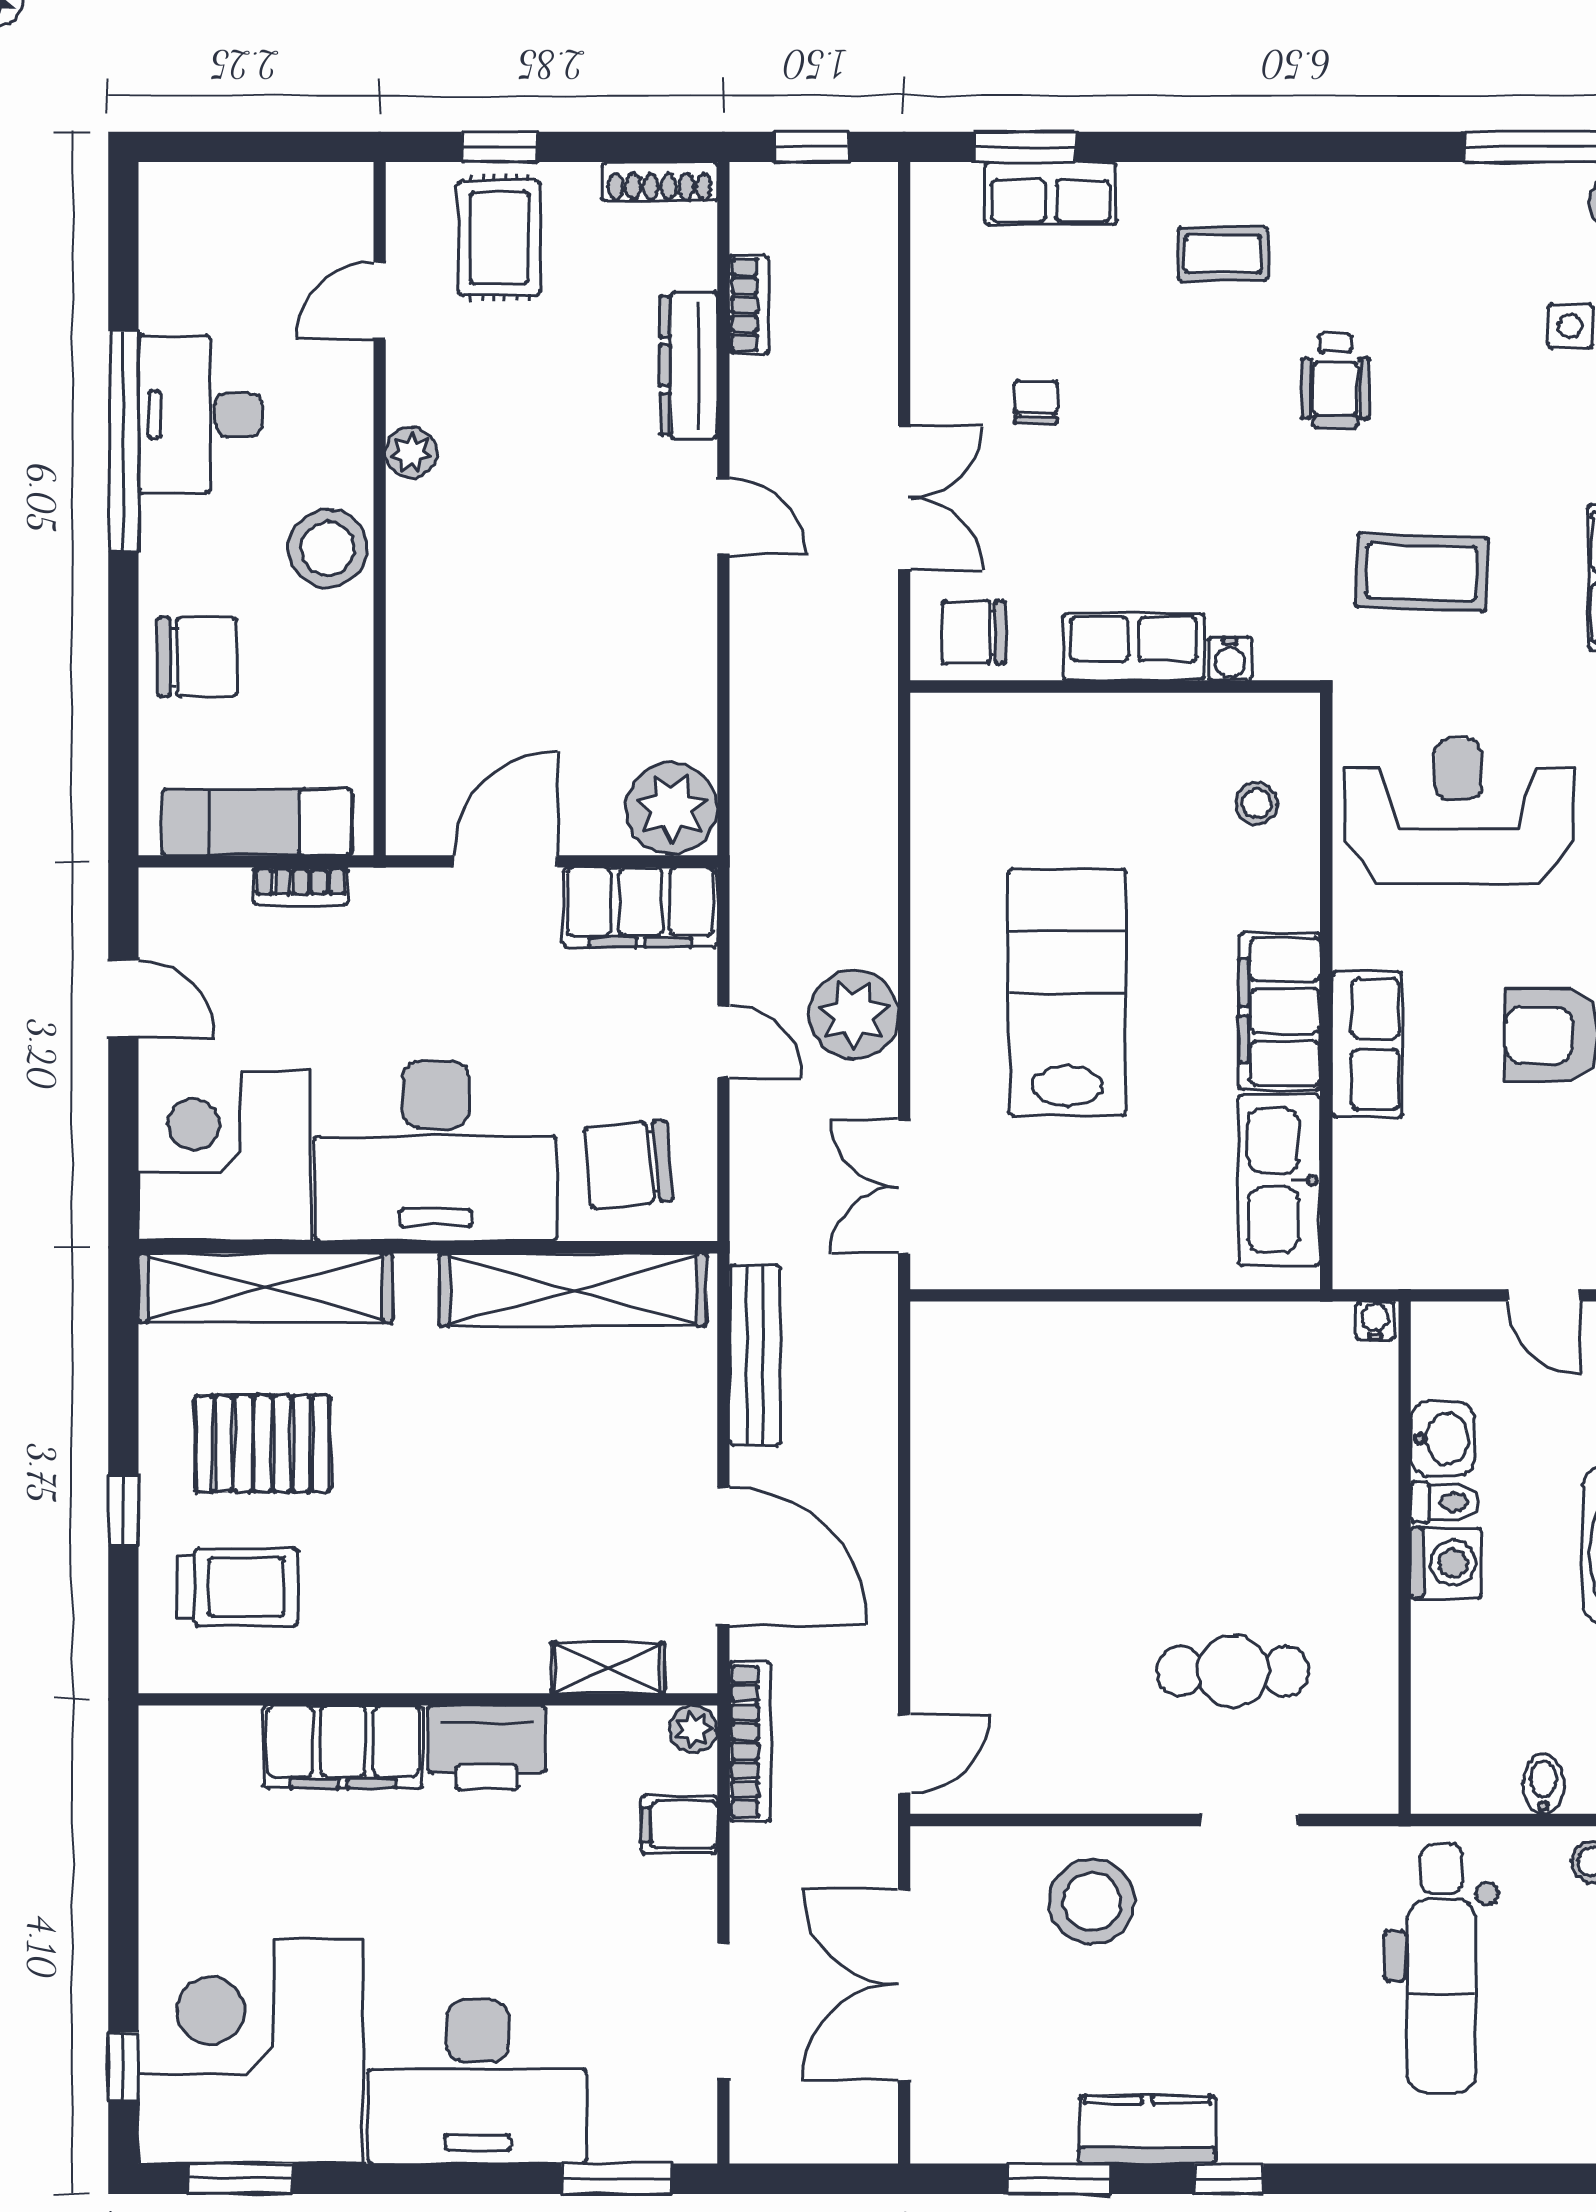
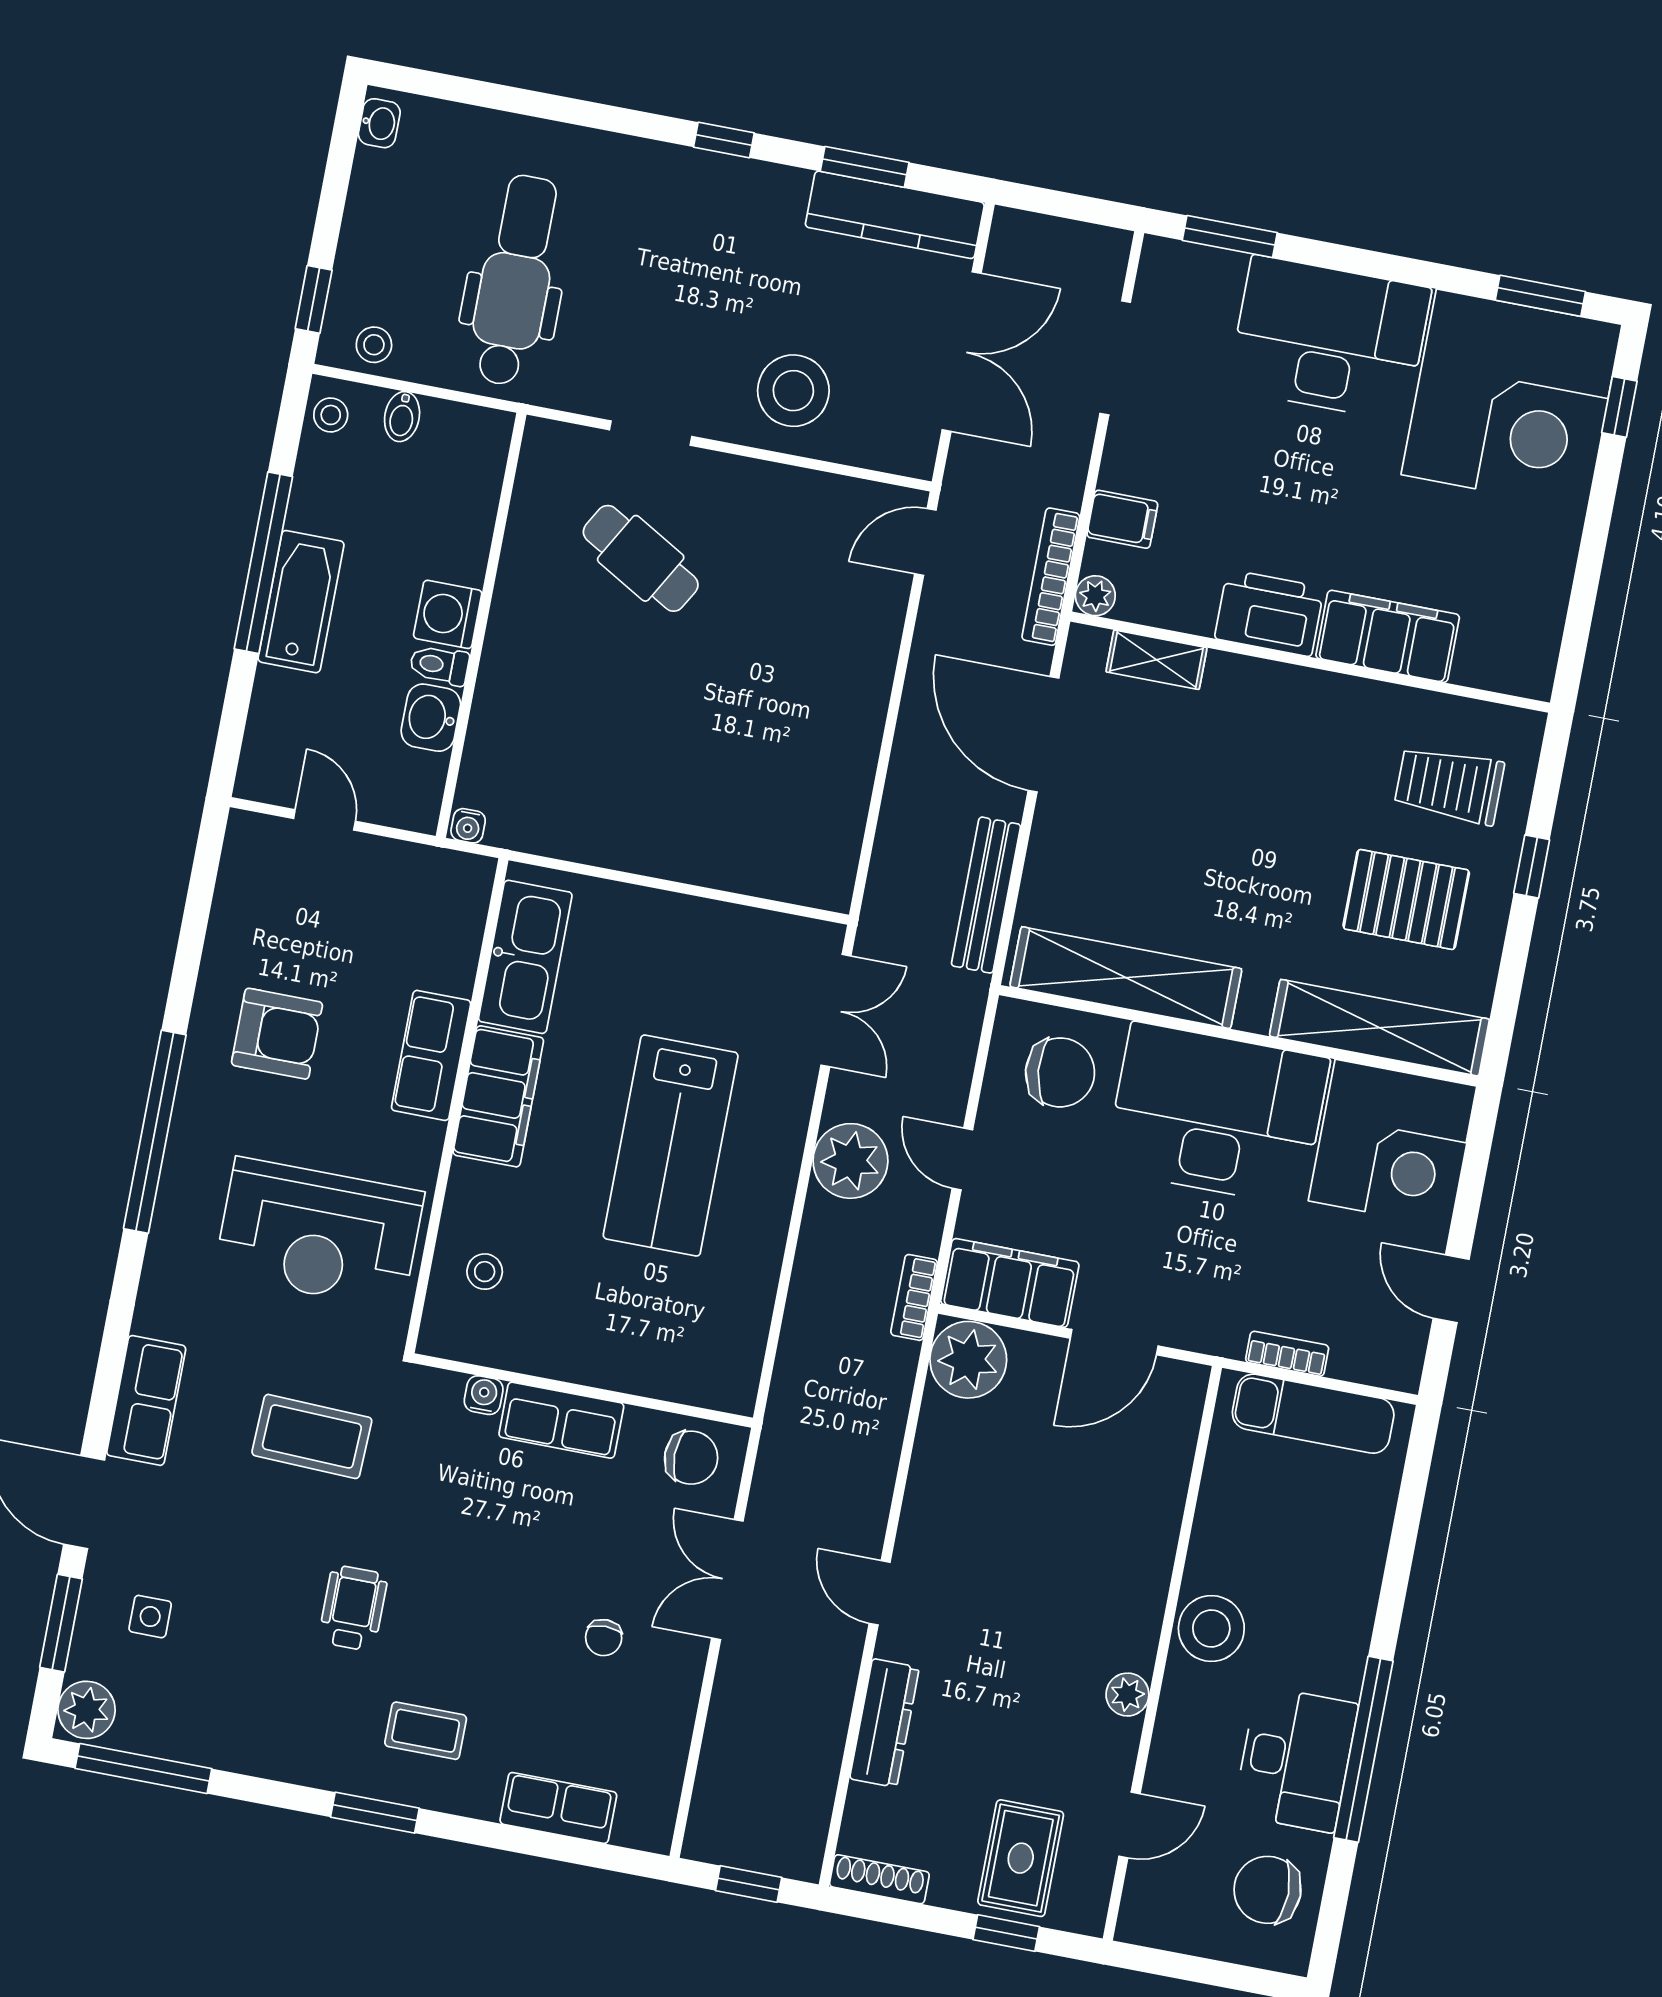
window: (1024, 147) -> (375, 1813), moved
bookcase: (749, 305) -> (914, 1297), moved
chair: (197, 657) -> (1267, 1890), moved
cafe table: (1233, 1671) -> (641, 558), turned 30
kitchen counter: (1147, 2130) -> (895, 215), moved, width x1.50

